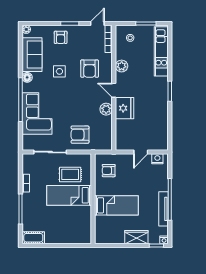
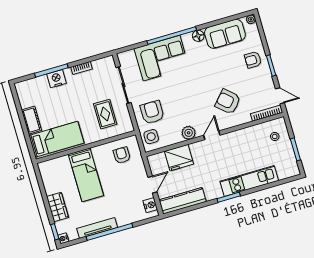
kitchen unit: (161, 51) -> (249, 181), moved
plant: (122, 66) -> (241, 136), removed
armchair: (90, 69) -> (228, 102), turned 42
side table: (59, 71) -> (151, 137), moved
fridge: (125, 108) -> (179, 158), moved
kitchen counter: (162, 131) -> (183, 201), added
door: (141, 152) -> (152, 185), swing flipped
bed: (69, 195) -> (56, 139), moved, turned 90
nightstand: (29, 207) -> (56, 79), added
cot: (33, 238) -> (31, 120), moved

